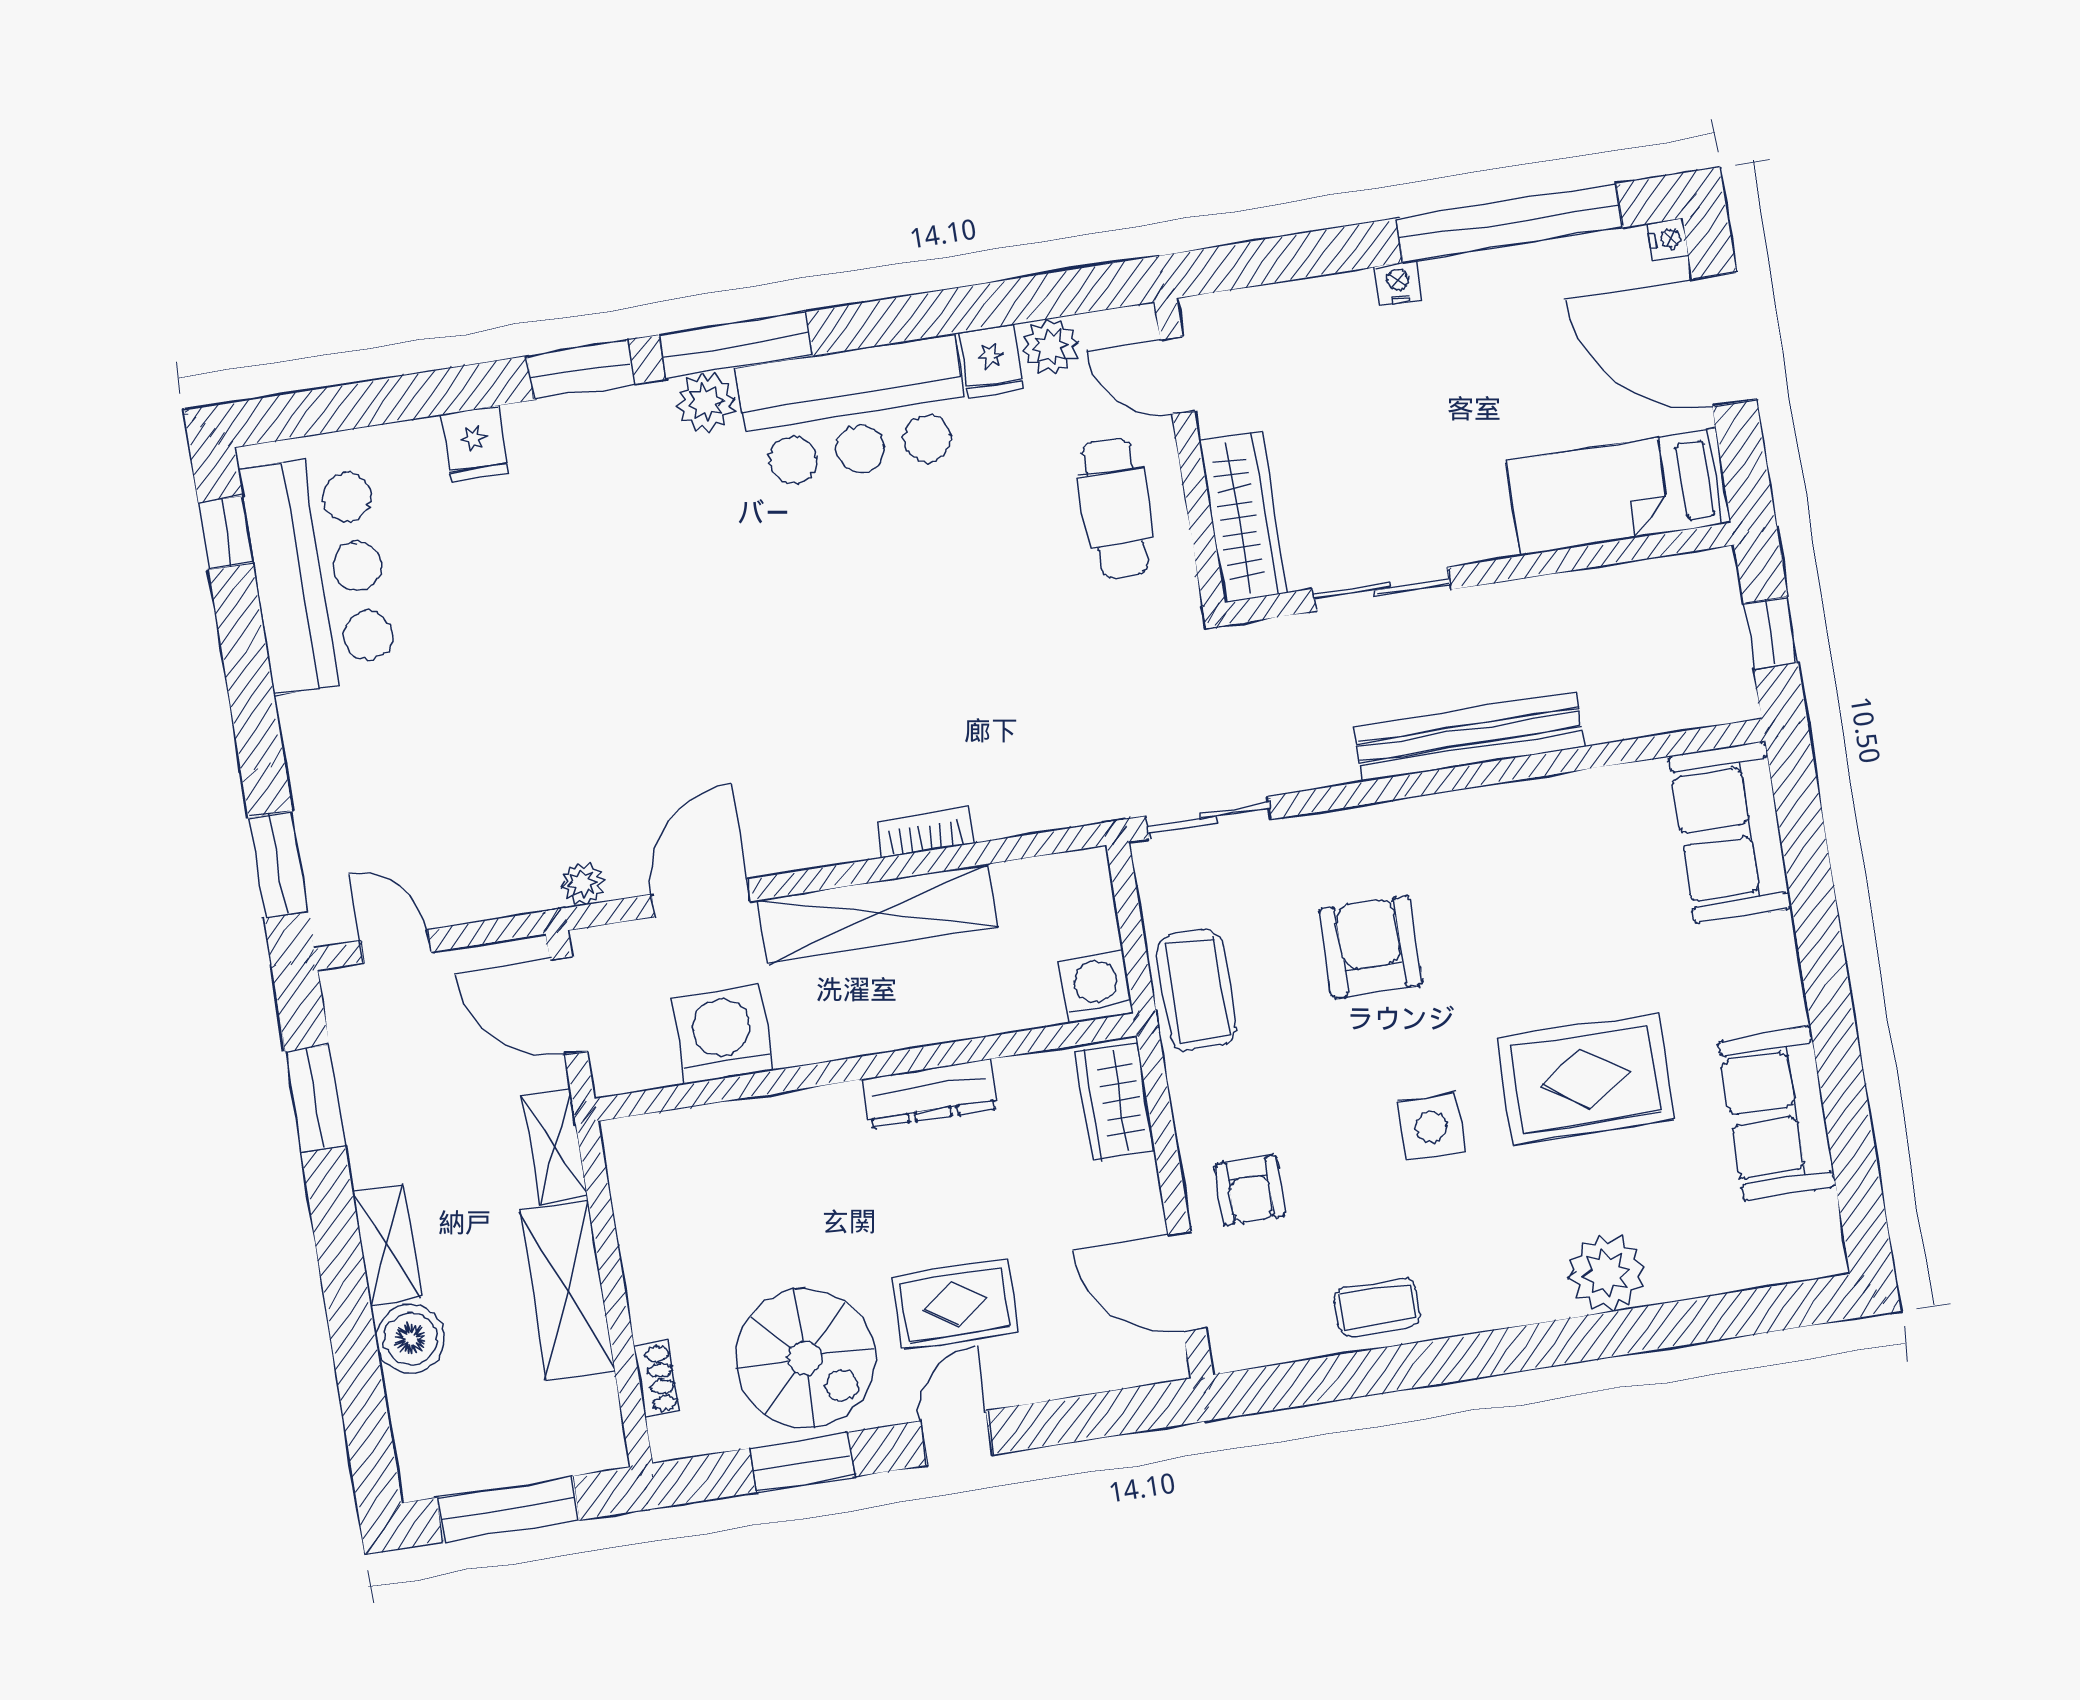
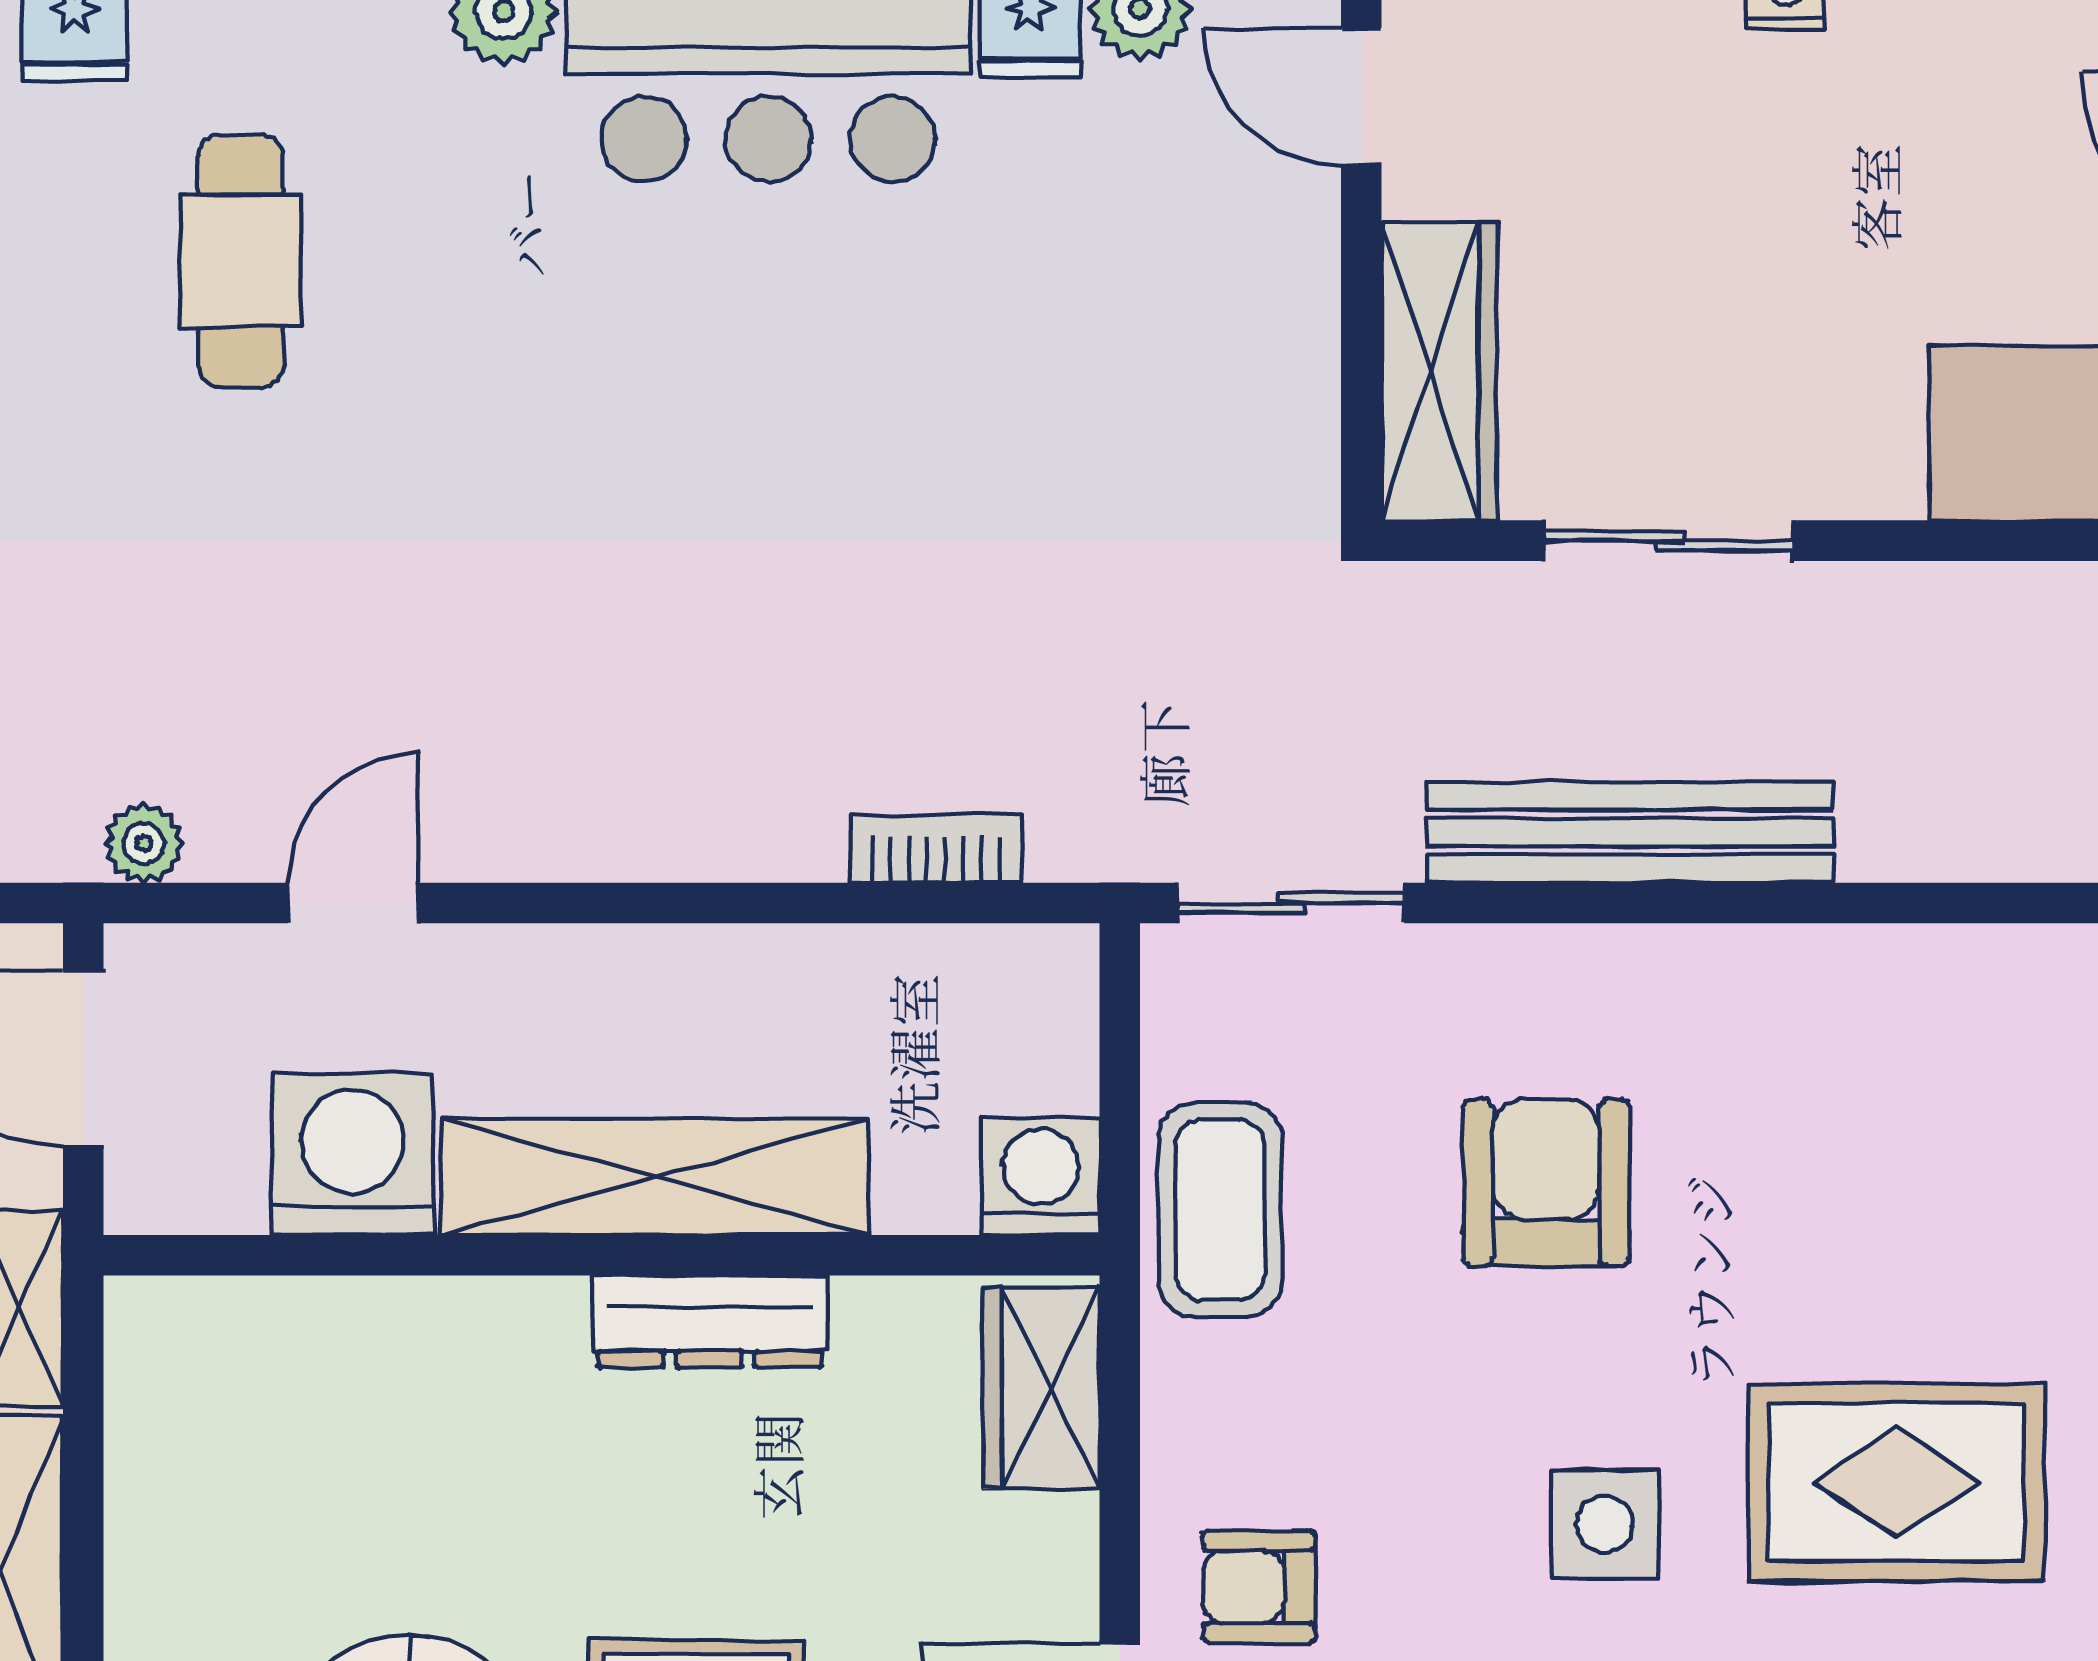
cafe table: (1115, 508) -> (241, 261), moved
bench: (1470, 737) -> (1630, 832), moved
bookcase: (925, 832) -> (936, 849), moved
door: (701, 898) -> (353, 903), width x0.73
shelving: (878, 913) -> (655, 1177), moved
armchair: (1250, 1190) -> (1259, 1587), turned 90

